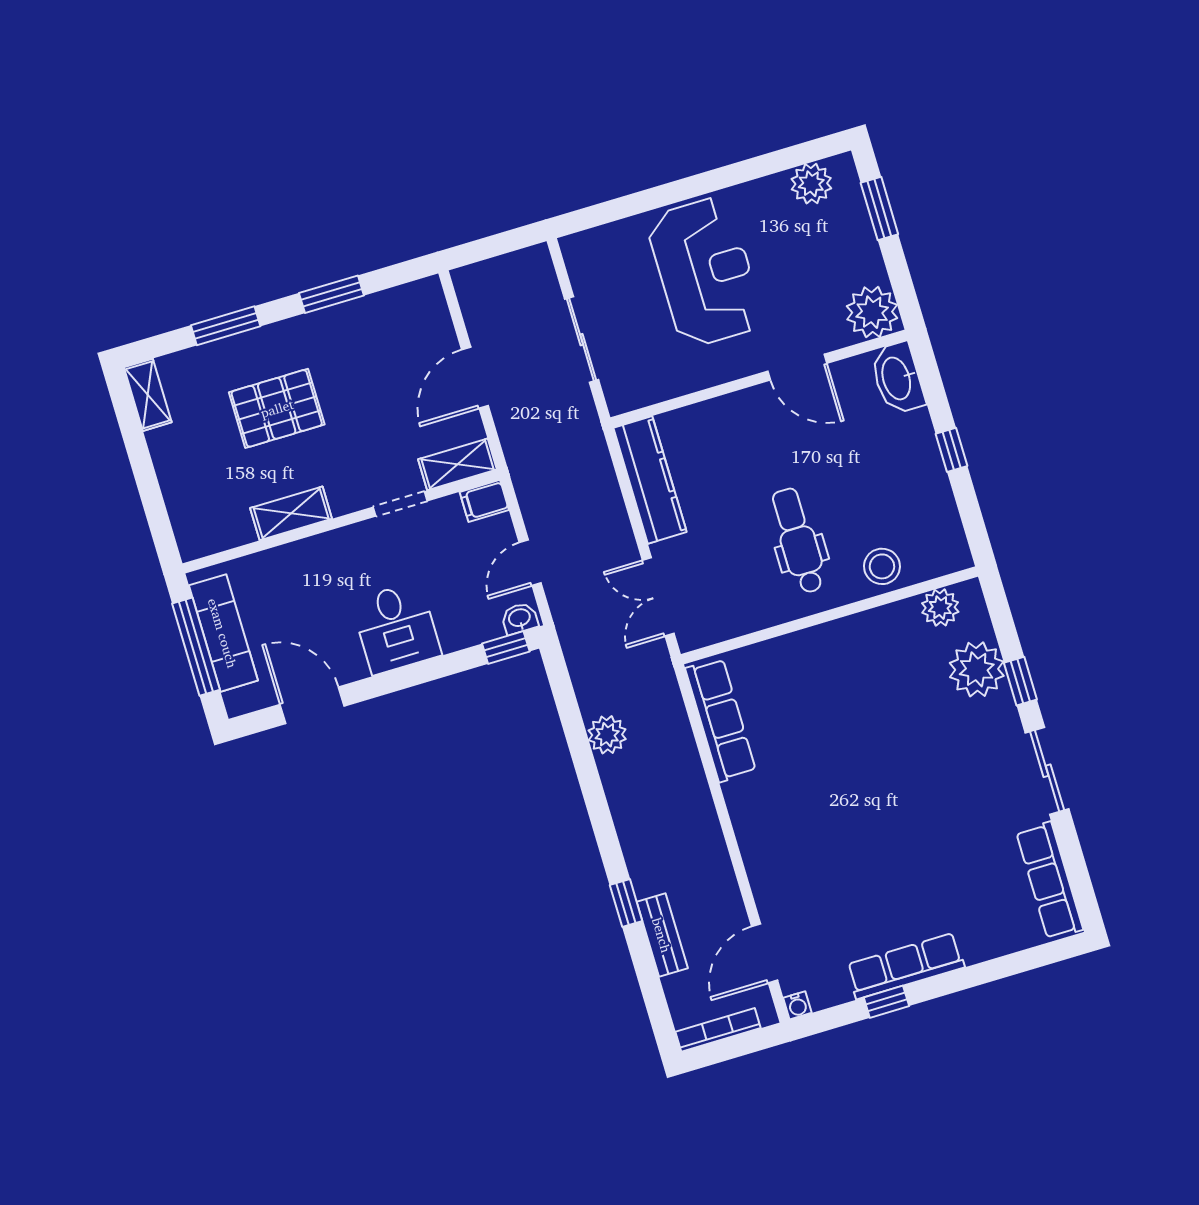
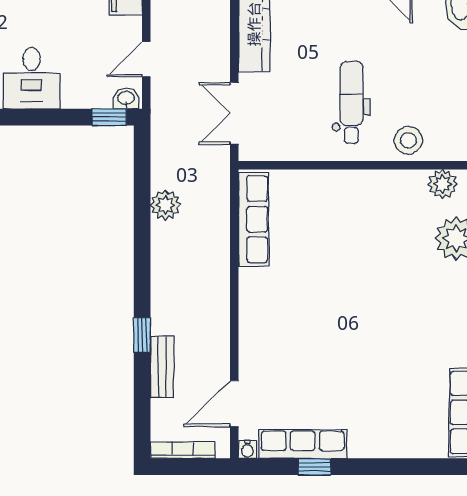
row of seats: (905, 966) -> (303, 444), moved

